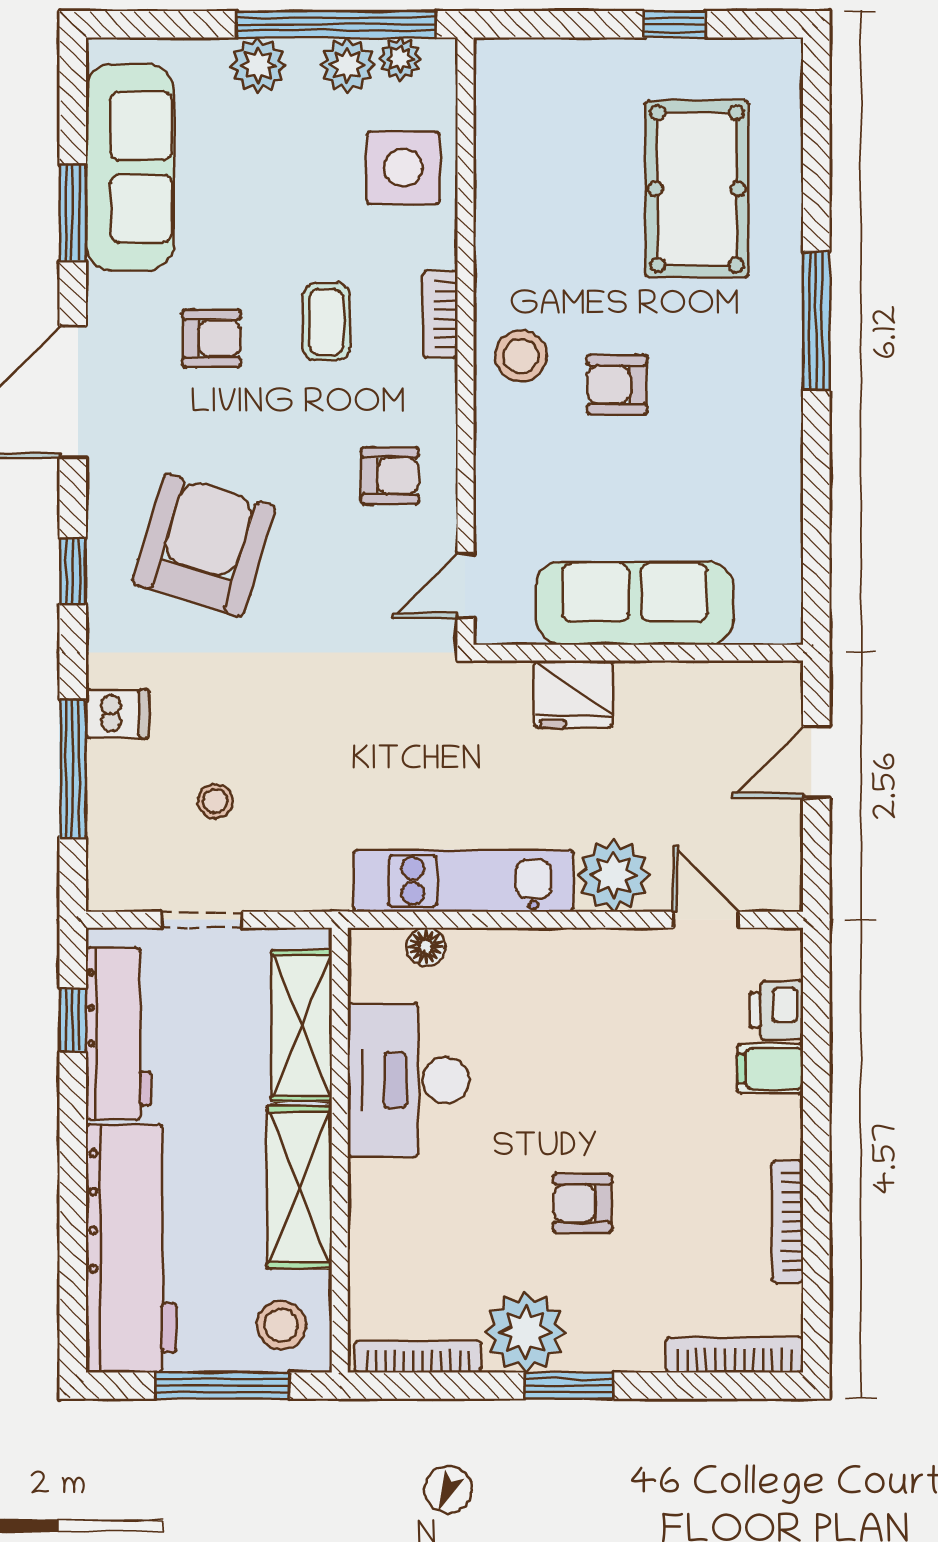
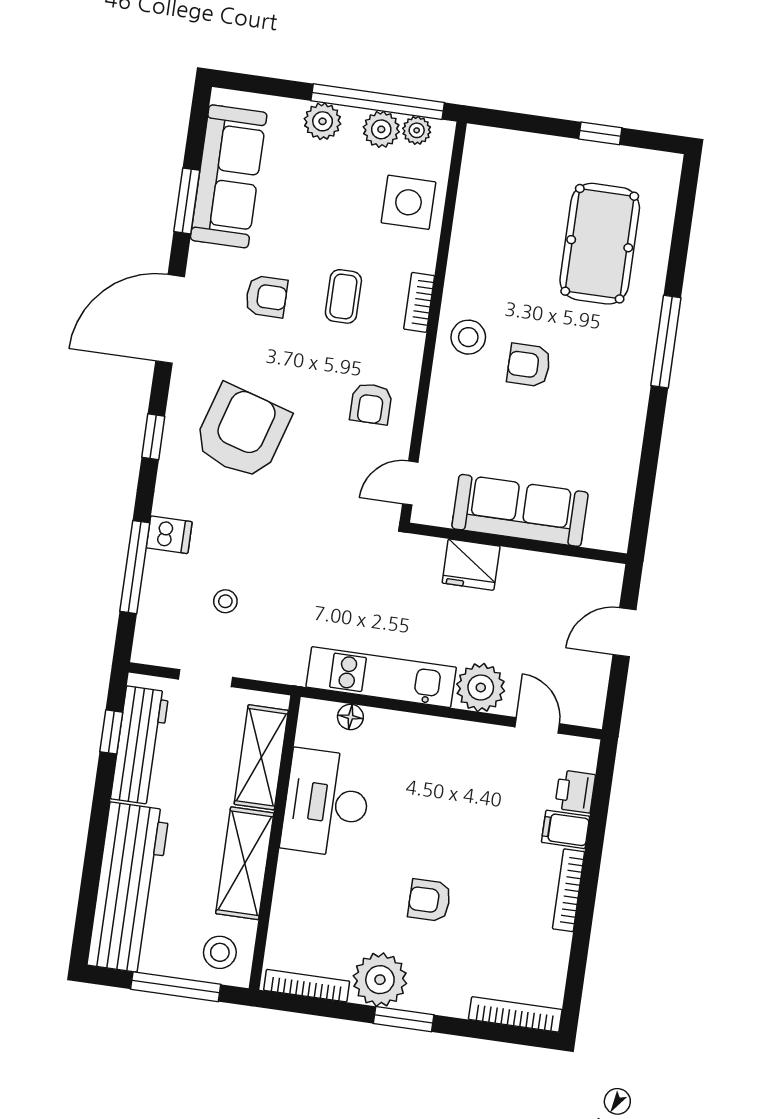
armchair: (390, 476) -> (371, 404), turned 90
bookcase: (788, 1222) -> (568, 890), moved

